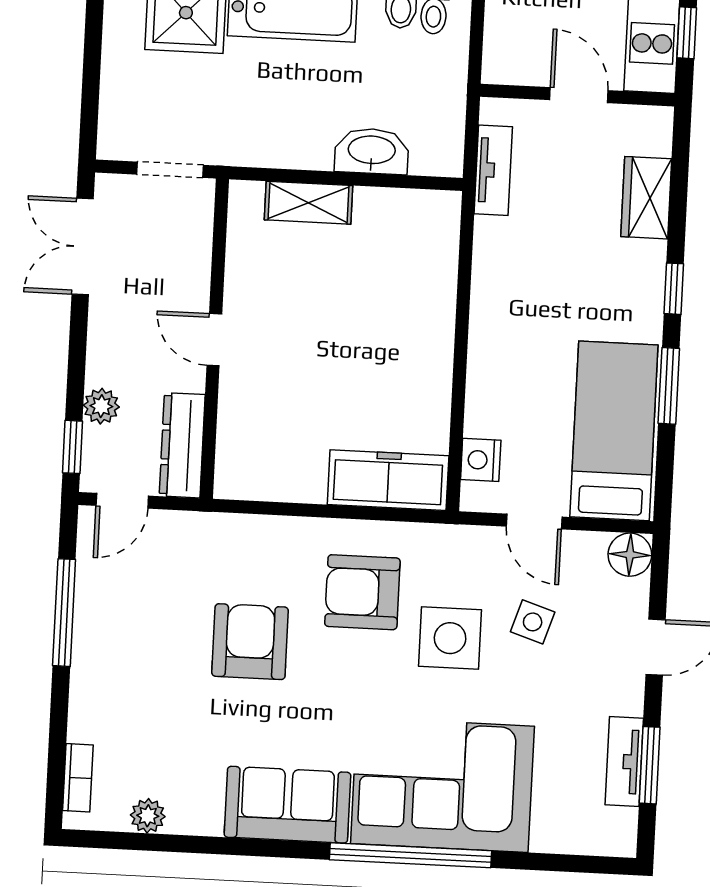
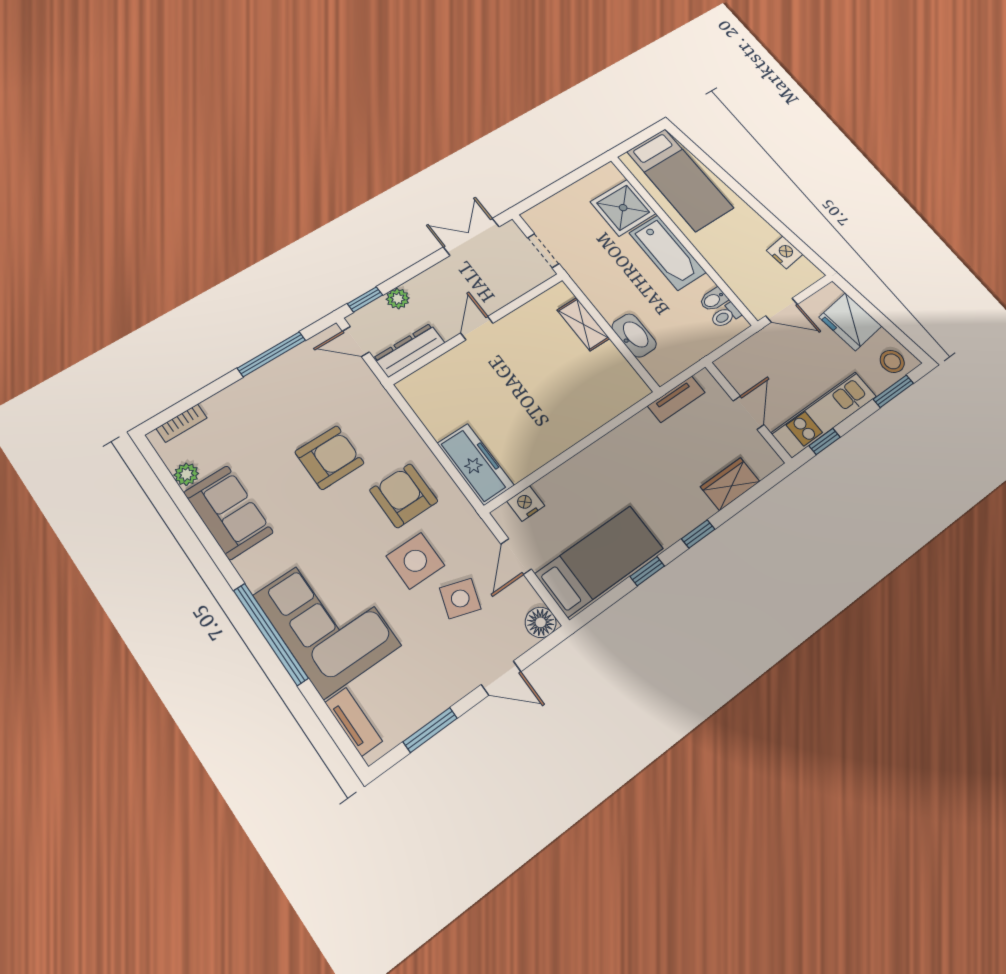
window: (669, 386) -> (647, 571), width x0.67
side table: (533, 622) -> (460, 598), width x1.37, depth x1.37
tv unit: (624, 762) -> (354, 722), moved, turned 90
sofa: (287, 805) -> (228, 512), moved

